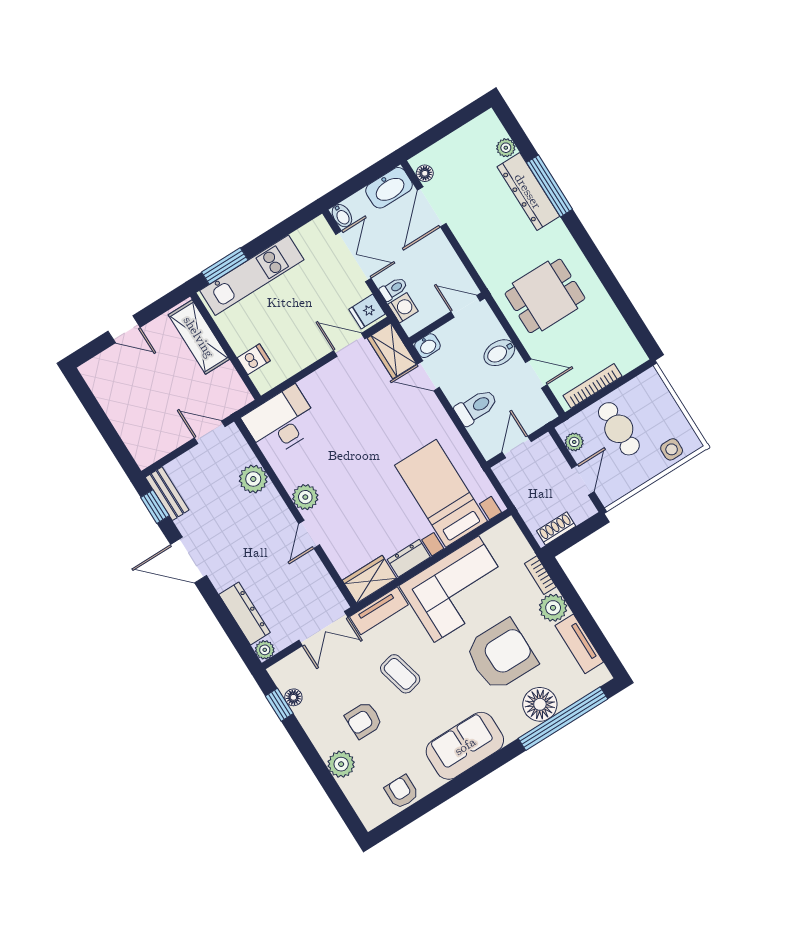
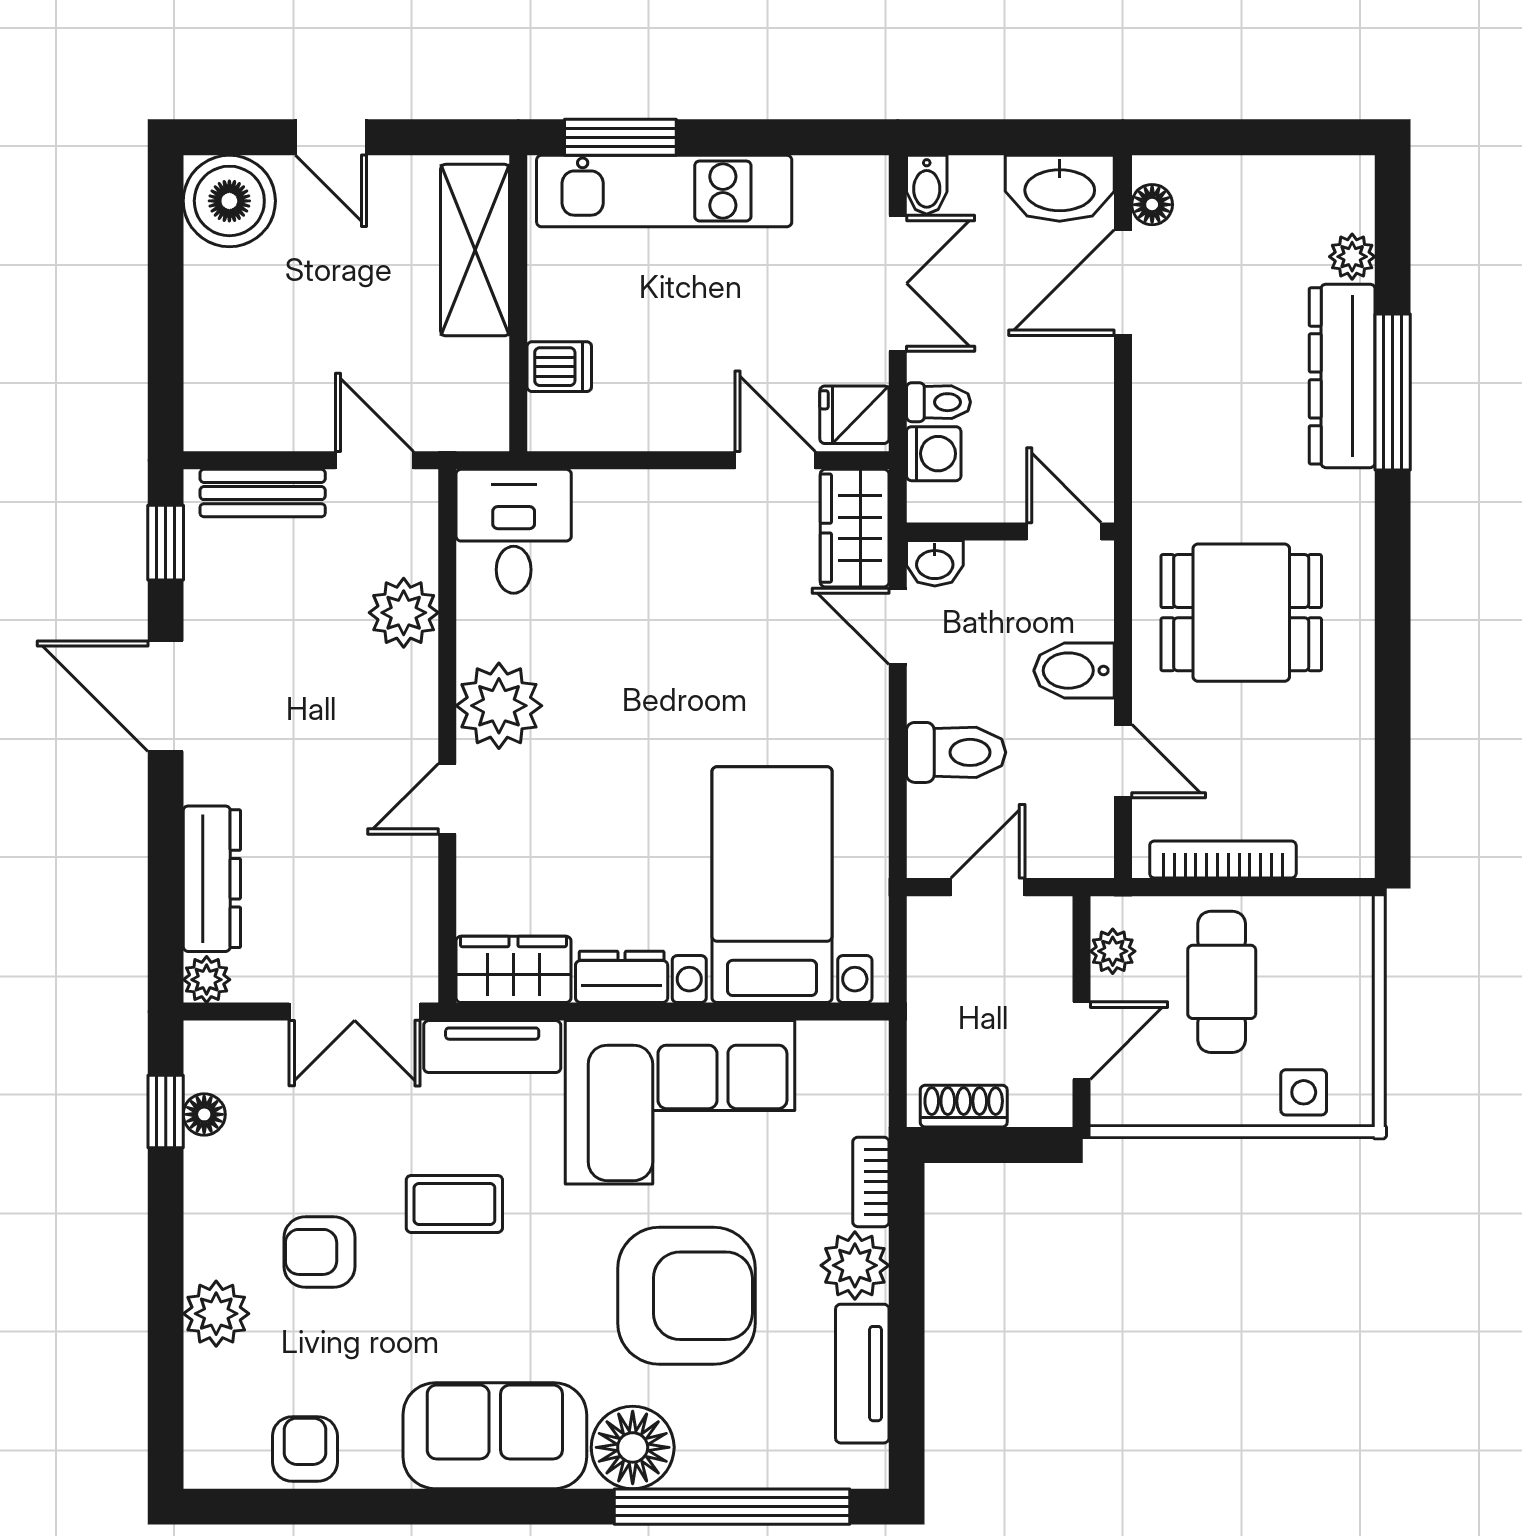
boiler: (103, 374) -> (229, 201), added
desk: (281, 422) -> (514, 531), width x0.73
bench: (167, 494) -> (263, 493), moved, turned 90
plant: (305, 497) -> (499, 706), width x1.36, depth x1.36
coffee table: (400, 674) -> (454, 1204), turned -76
floor lamp: (540, 704) -> (633, 1447), moved

